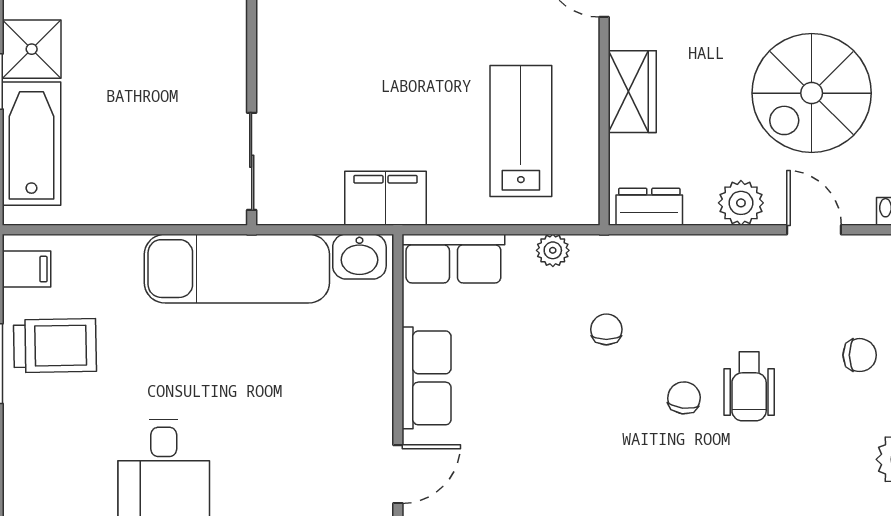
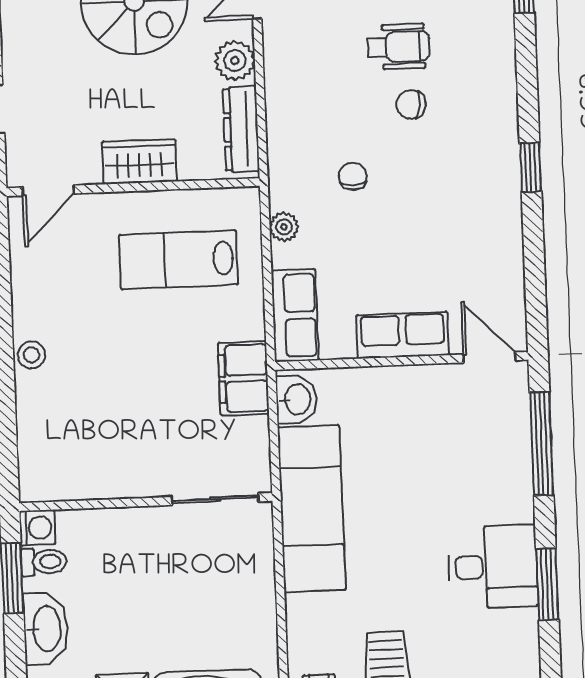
dresser: (649, 207) -> (241, 129), width x1.44
chair: (606, 329) -> (353, 176), turned 90

